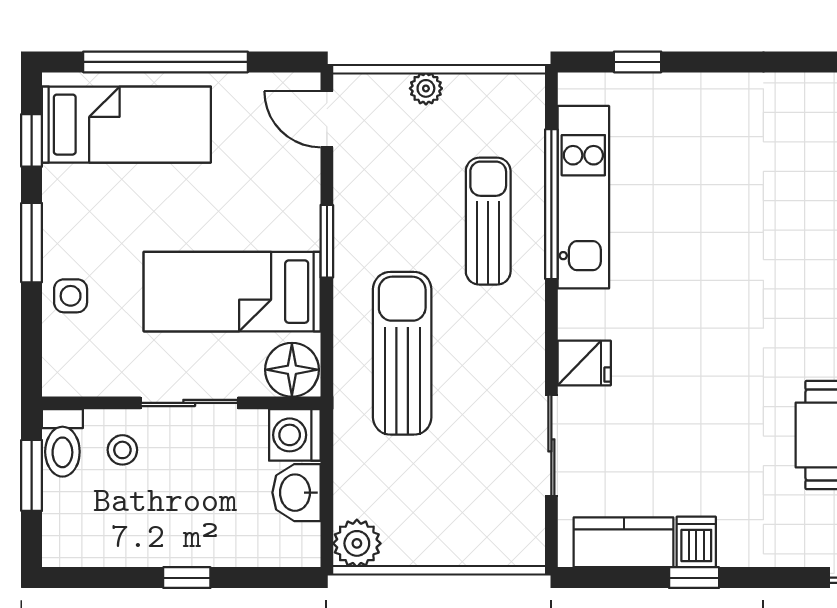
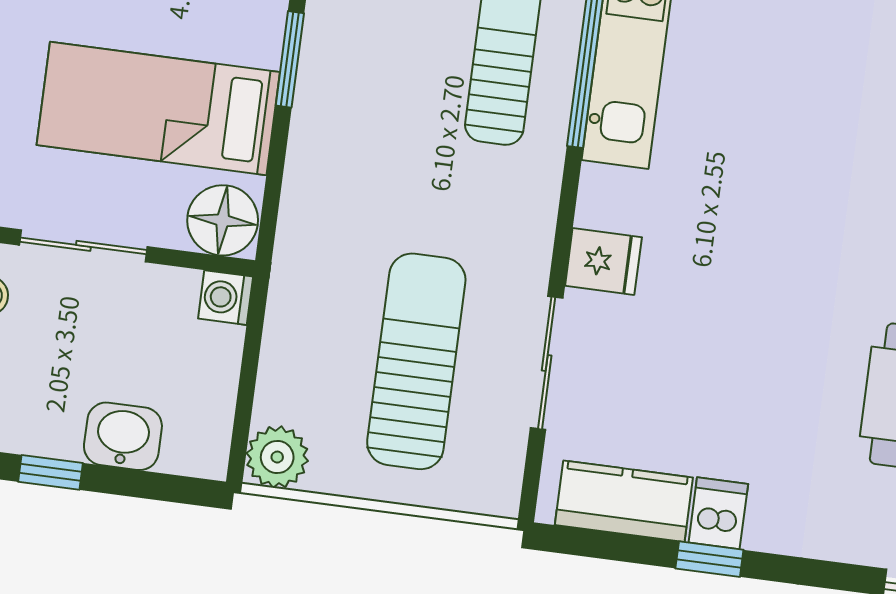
sun lounger: (402, 353) -> (416, 361), moved
washing machine: (295, 435) -> (226, 298), width x0.73, depth x0.73
washbasin: (296, 493) -> (123, 436), moved, turned 90

